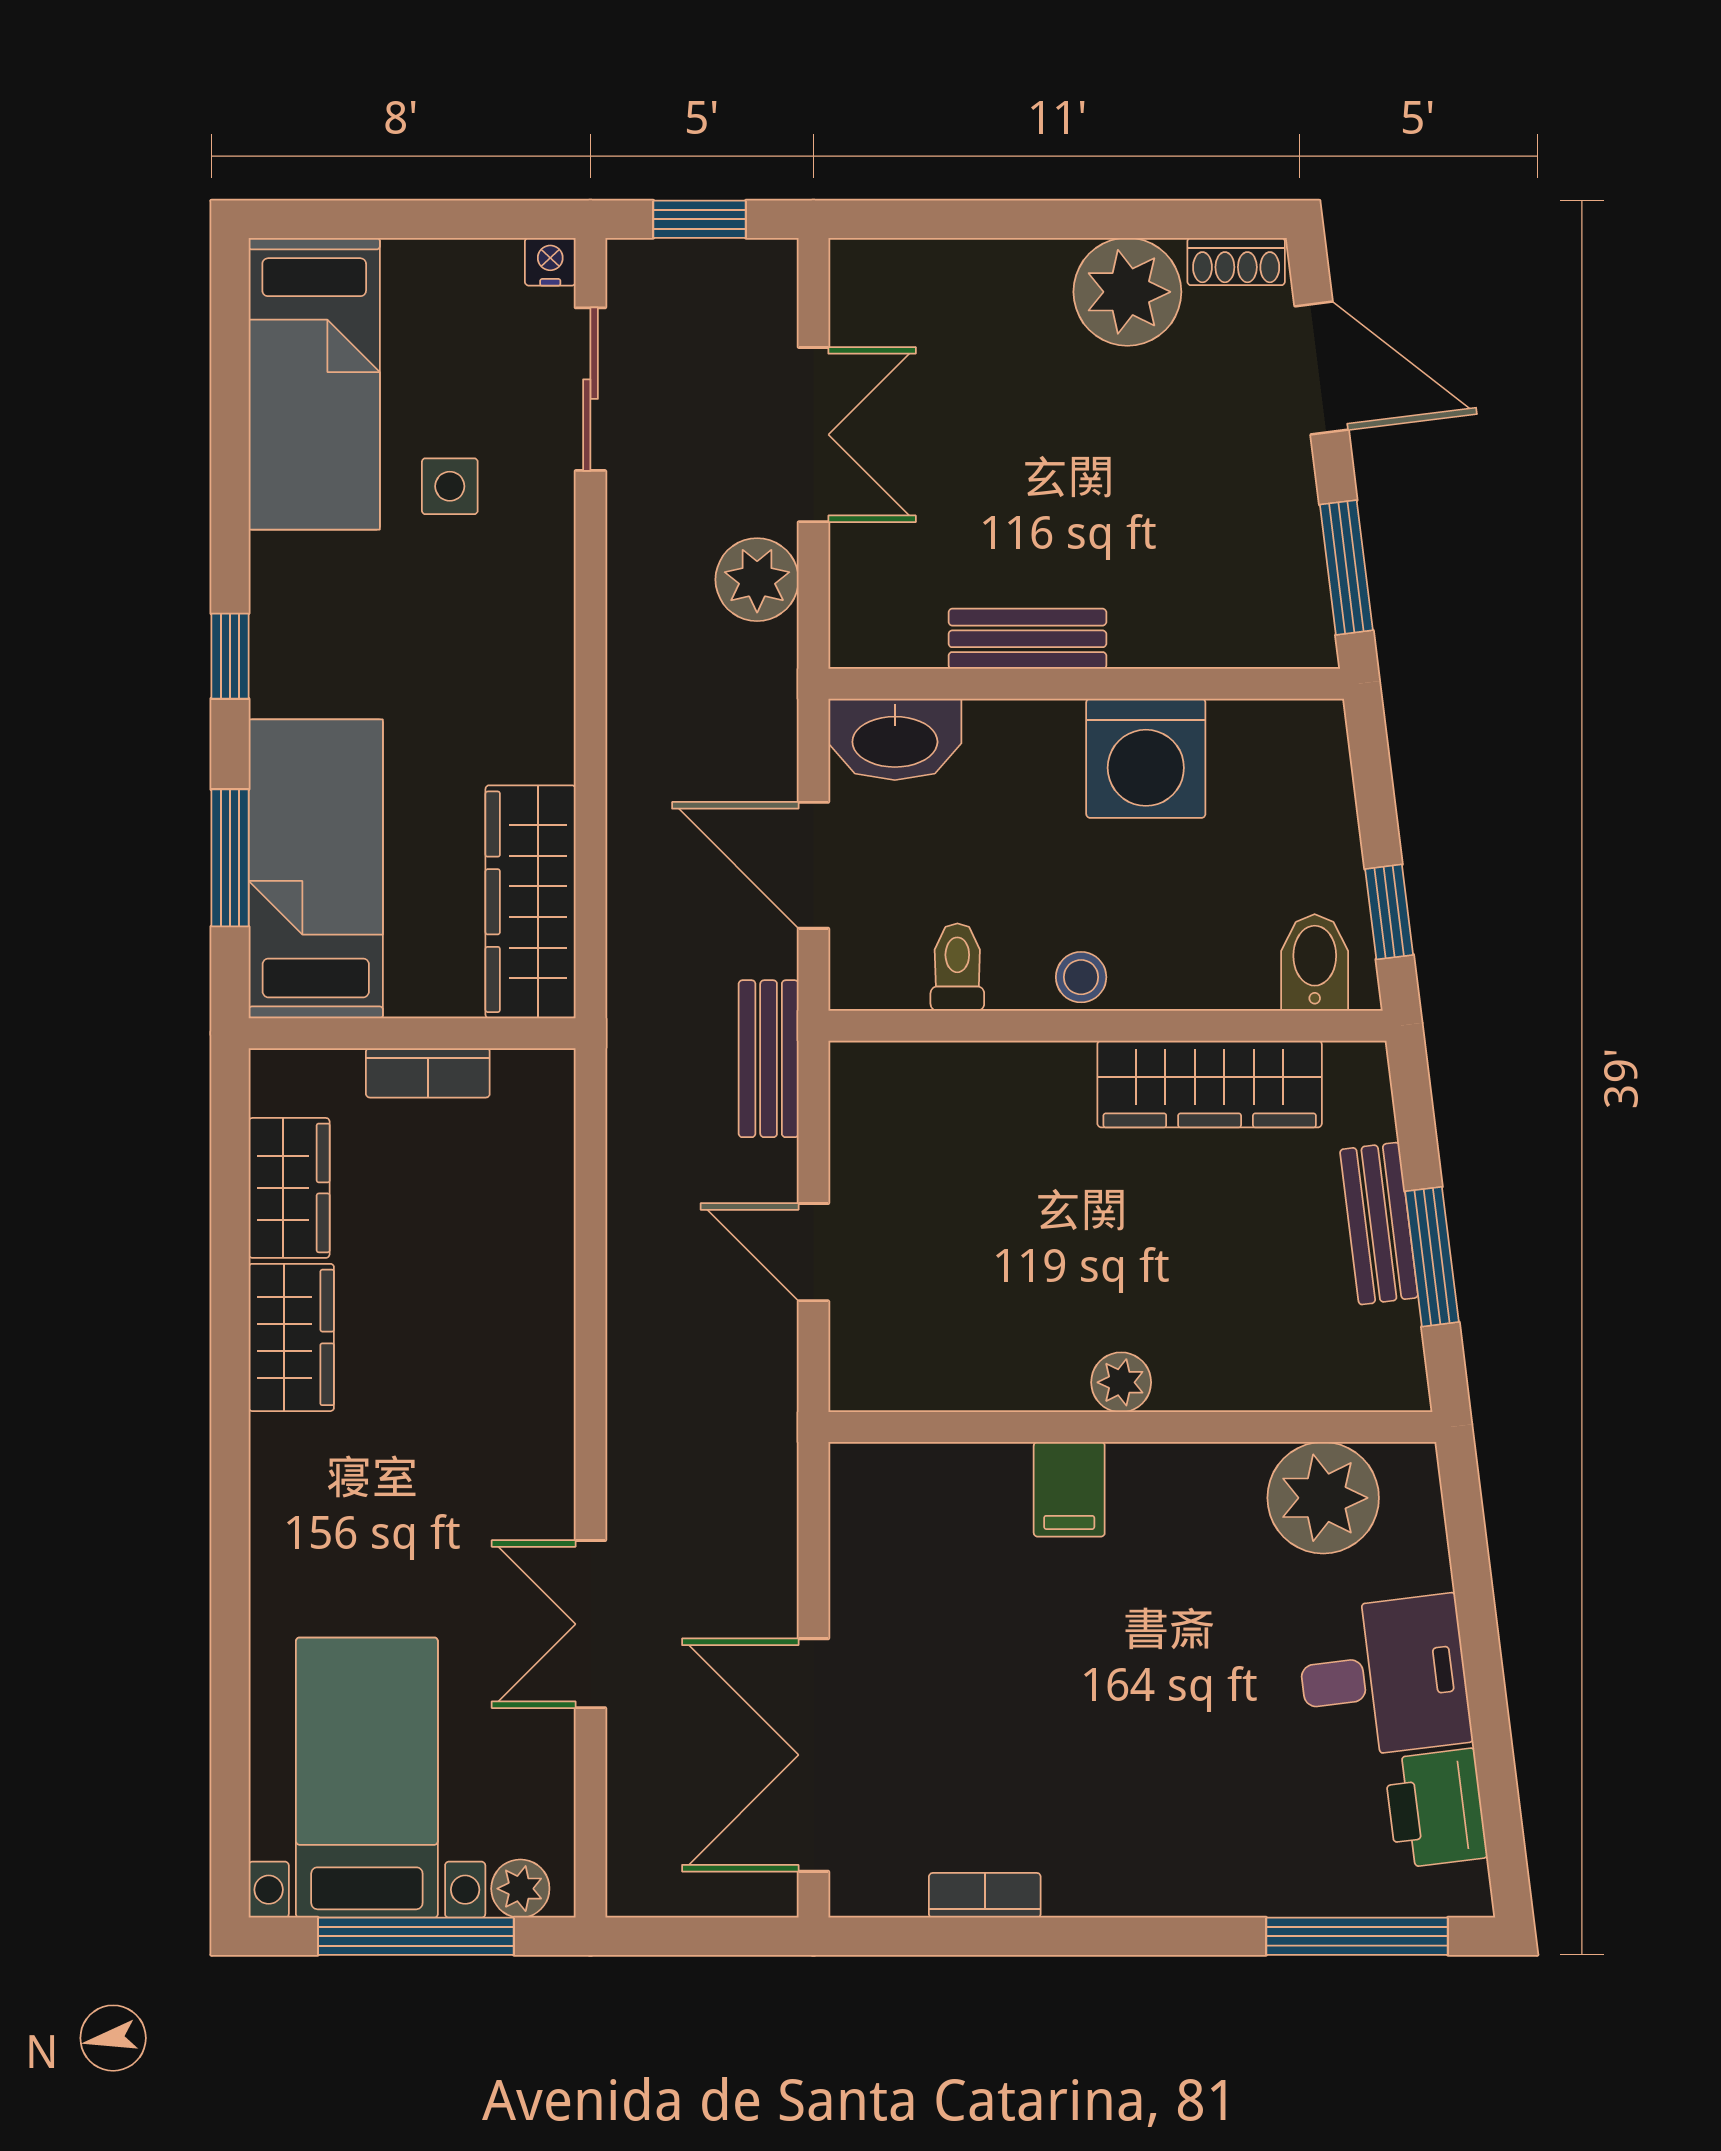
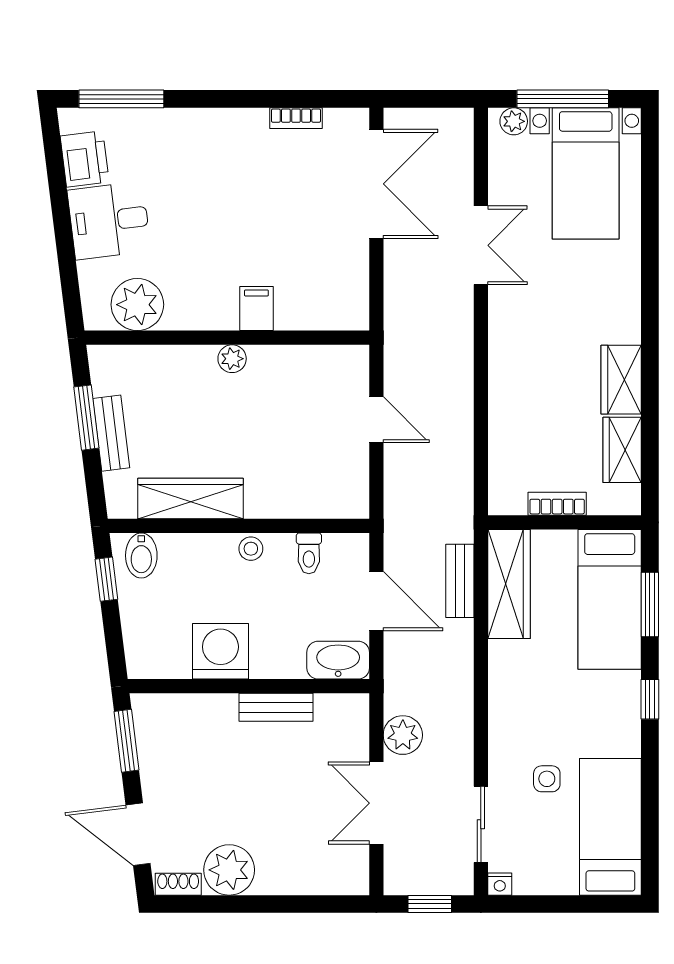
bench: (769, 1059) -> (460, 581), moved

